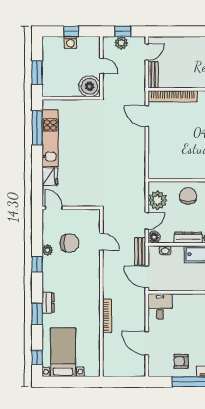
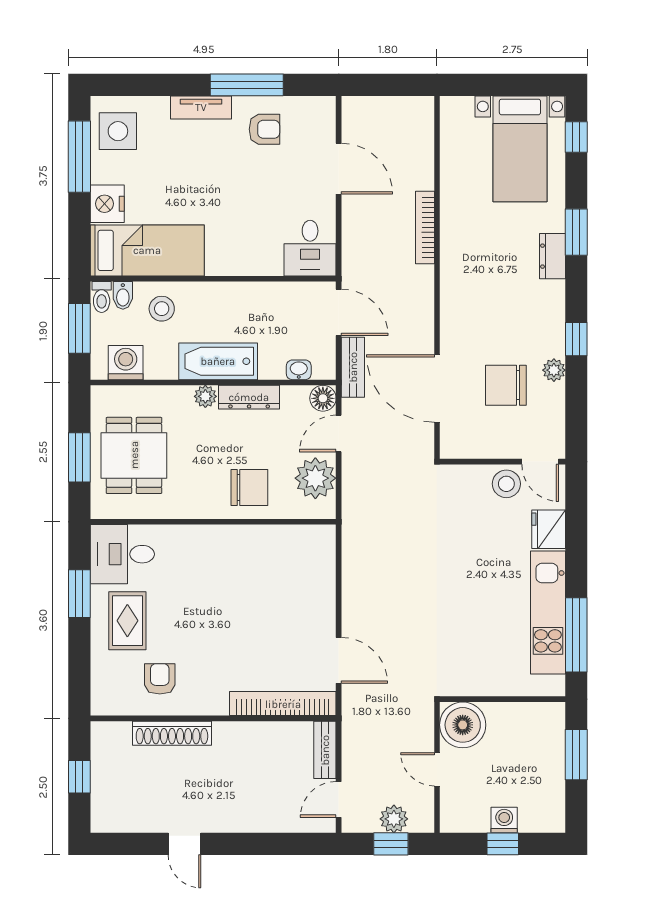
chair: (188, 196) -> (249, 488), turned -90
stool: (69, 198) -> (506, 484), added
door: (101, 242) -> (437, 389), width x1.88

